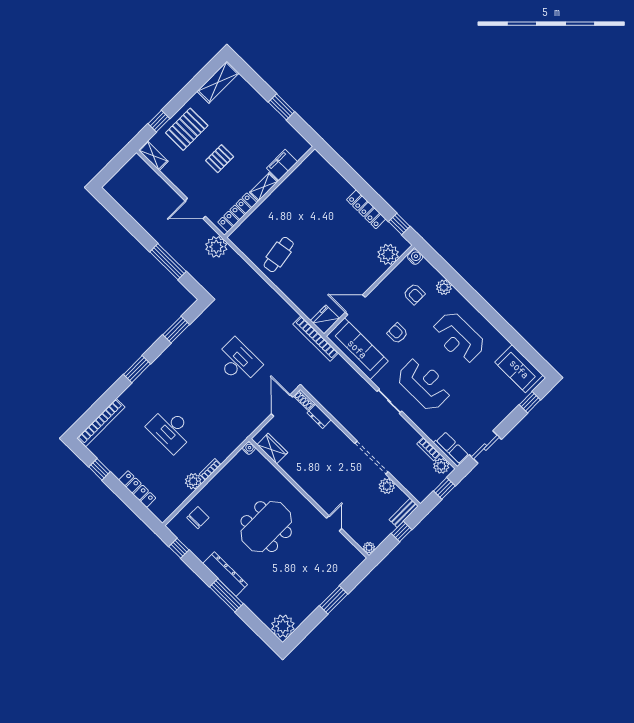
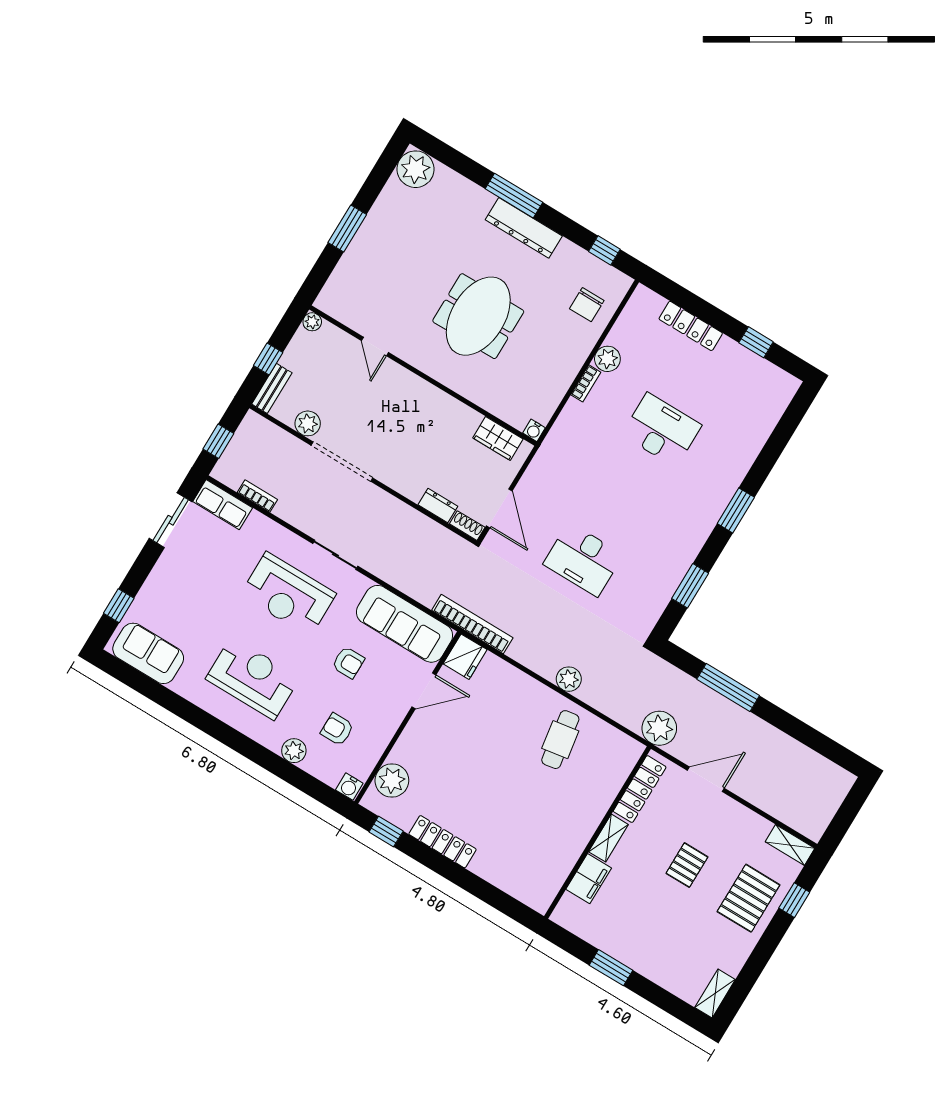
shelving: (218, 82) -> (715, 994), width x0.67, depth x0.75
bookcase: (101, 422) -> (771, 415), removed
plant: (441, 466) -> (569, 679), moved

